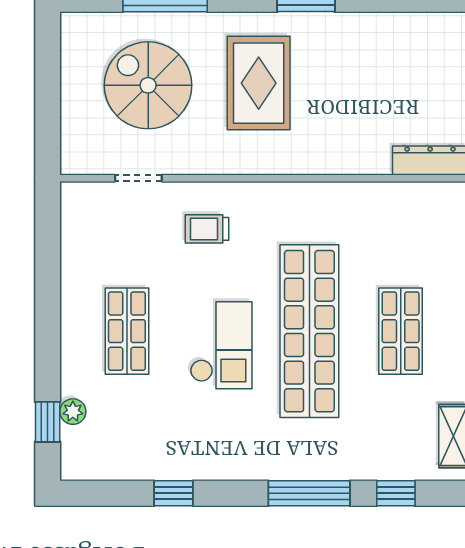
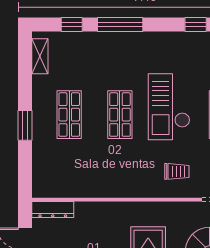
shop shelf: (309, 331) -> (120, 115), width x0.50, depth x0.74
checkout: (221, 345) -> (169, 107), width x1.36, depth x1.21

